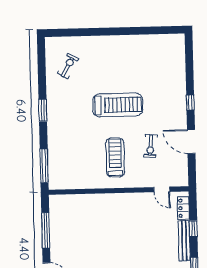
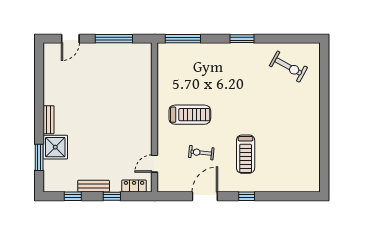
exercise bike: (68, 66) -> (288, 67), width x1.38, depth x1.39
treadmill: (118, 105) -> (246, 154), moved, width x0.73, depth x0.73
bench: (184, 241) -> (94, 186), width x0.73

